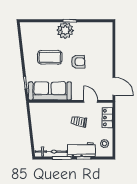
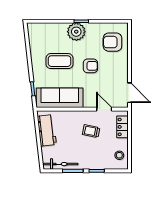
armchair: (98, 40) -> (112, 42), added
workbench: (81, 149) -> (47, 130), moved, turned 83

